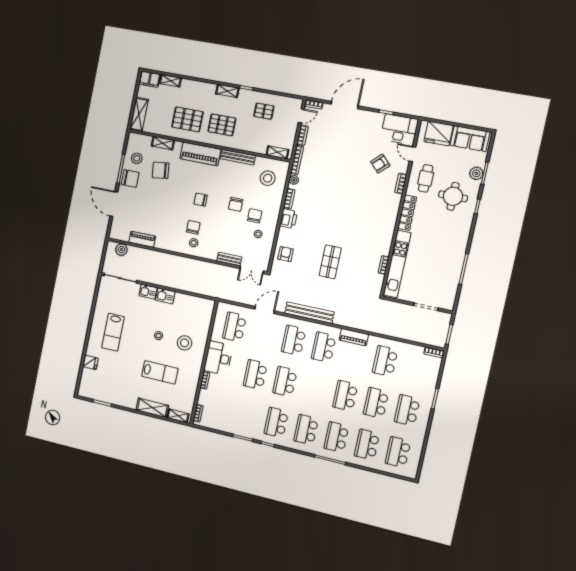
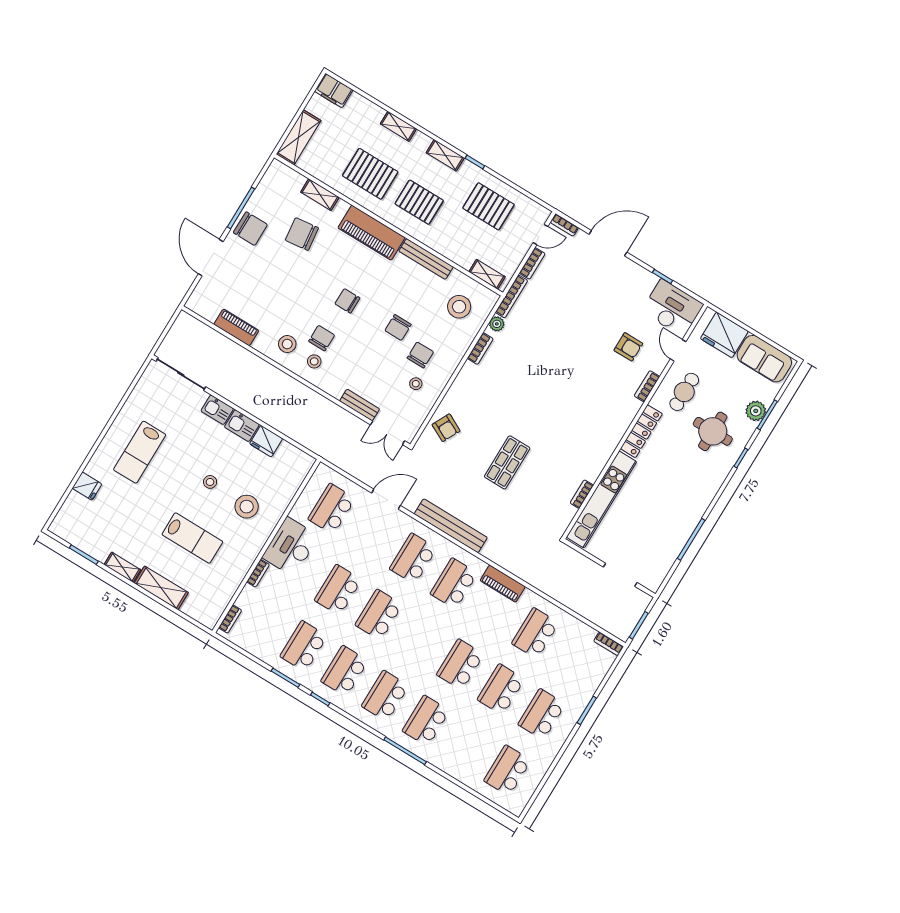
shelving: (170, 81) -> (398, 126), moved
pallet: (264, 111) -> (488, 206), width x1.50, depth x1.42
stool: (137, 158) -> (287, 344), moved
armchair: (380, 164) -> (628, 347), turned -136
printer: (289, 219) -> (469, 378), removed
plant: (121, 250) -> (198, 331), removed
armchair: (286, 254) -> (446, 428), turned 117
fridge: (182, 300) -> (266, 441), added
shelving: (178, 416) -> (122, 567), moved
school desk: (367, 445) -> (304, 646), moved

